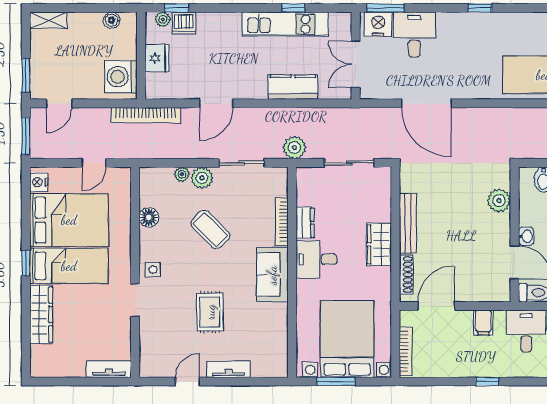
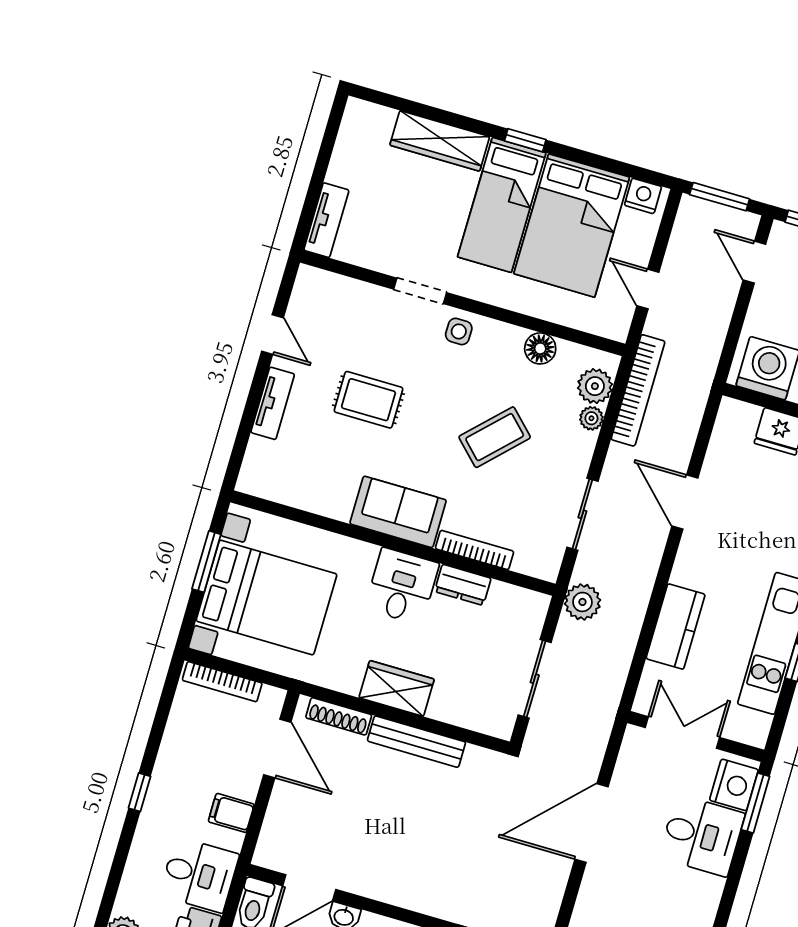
bookcase: (146, 115) -> (638, 390), moved, turned 180
plant: (202, 178) -> (595, 386), moved
plant: (499, 201) -> (411, 891), removed

